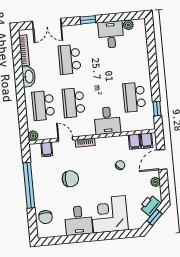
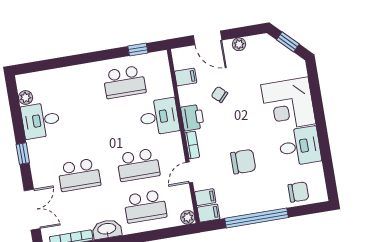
filing cabinet: (147, 141) -> (209, 213), moved
chair: (70, 179) -> (243, 162), turned 90
printer: (150, 205) -> (192, 118), moved, turned -135

